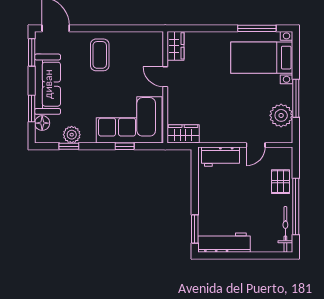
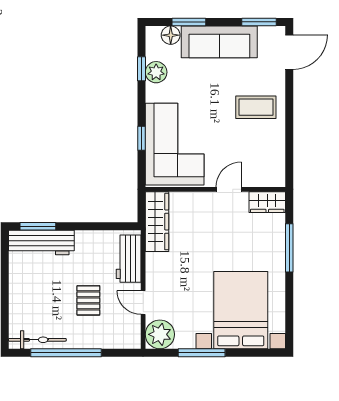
window: (257, 28) -> (289, 248), moved
bed with nightstands: (262, 58) -> (241, 310), width x1.36
plant: (281, 115) -> (160, 334), moved
wardrobe: (183, 134) -> (157, 222), width x1.50
pallet: (281, 182) -> (88, 300), moved, turned 90
workbench: (224, 243) -> (41, 243), moved, turned 90

